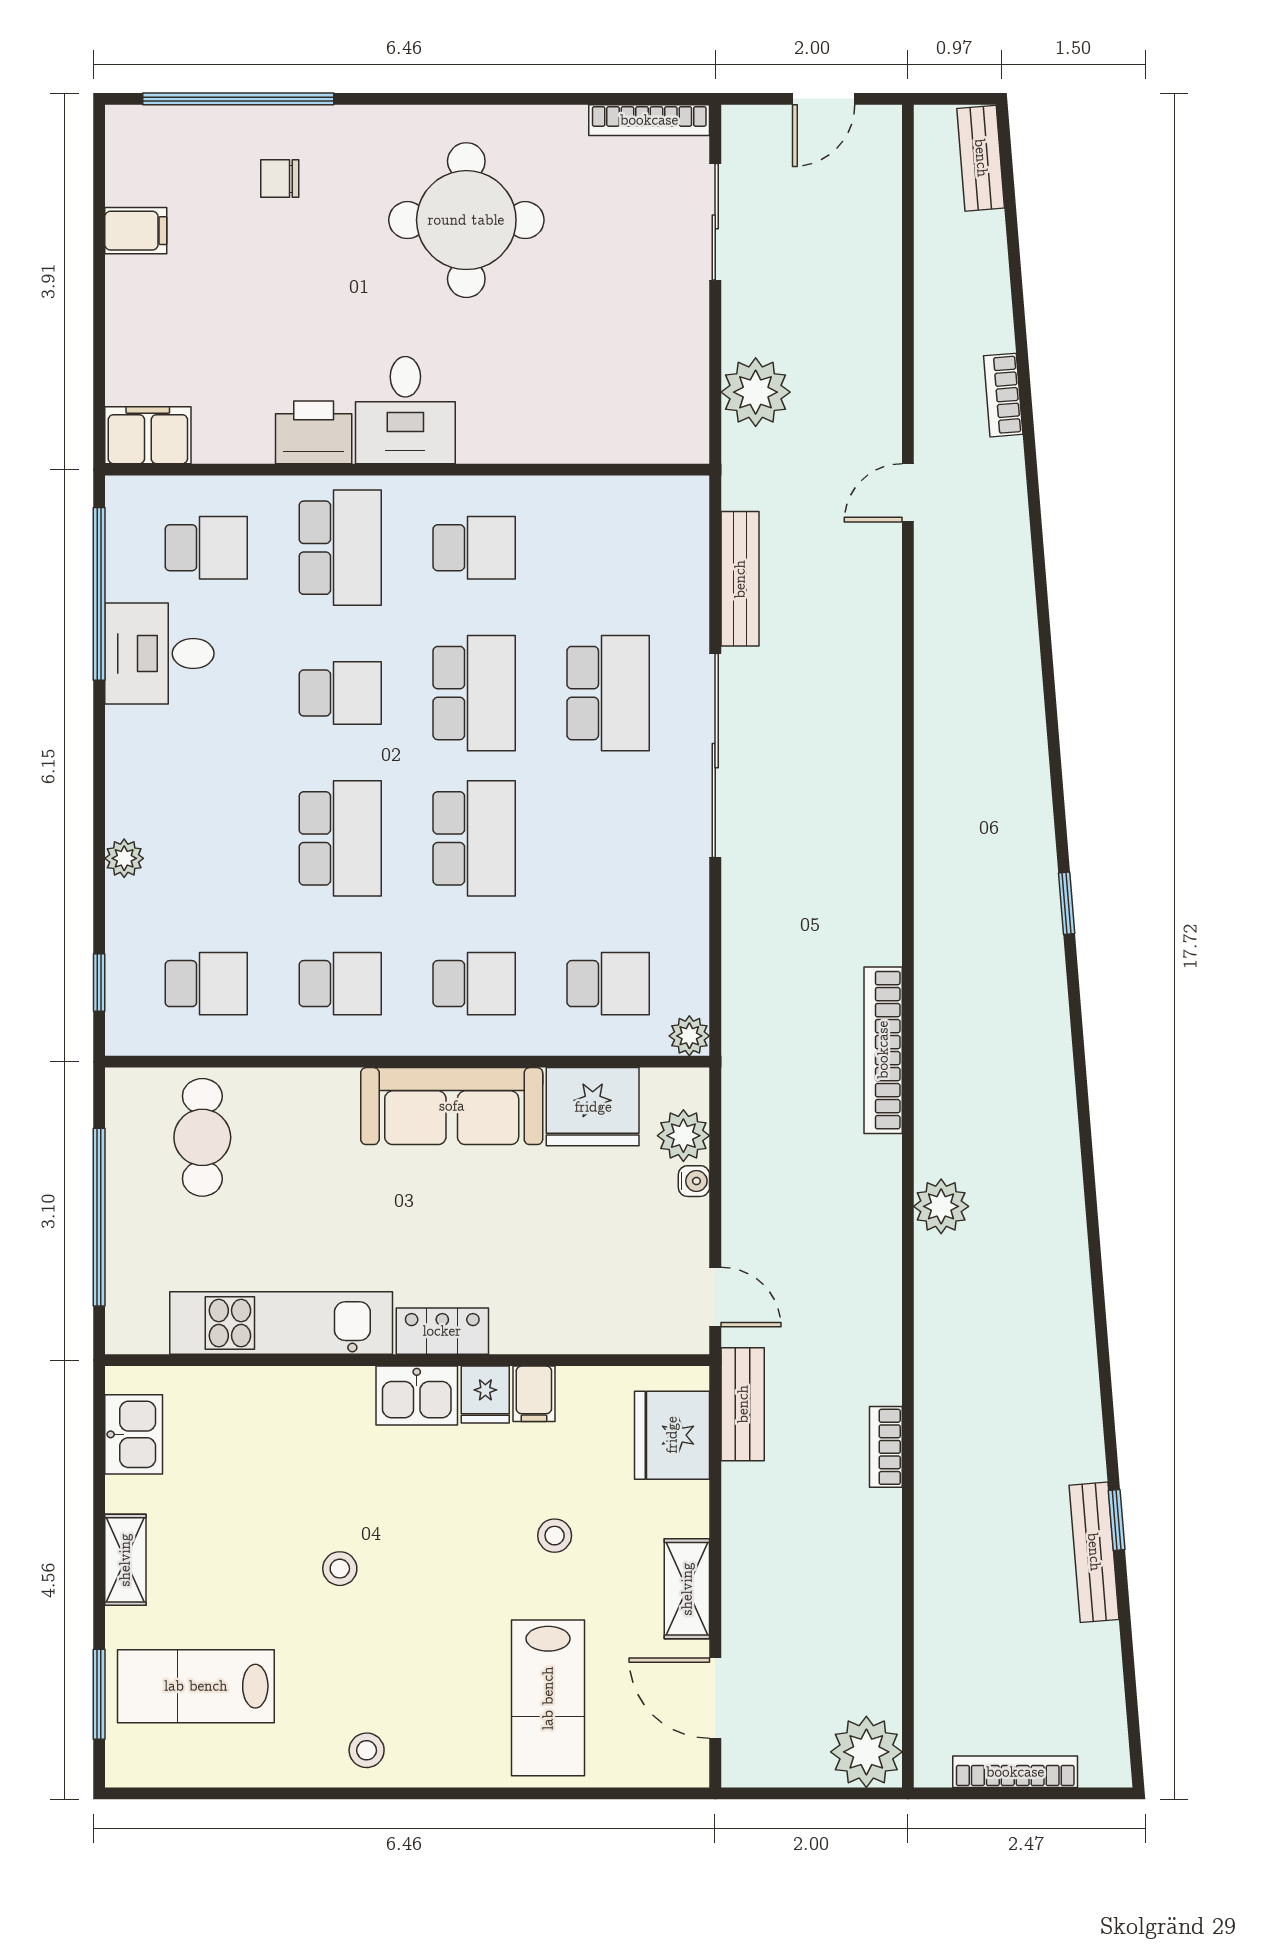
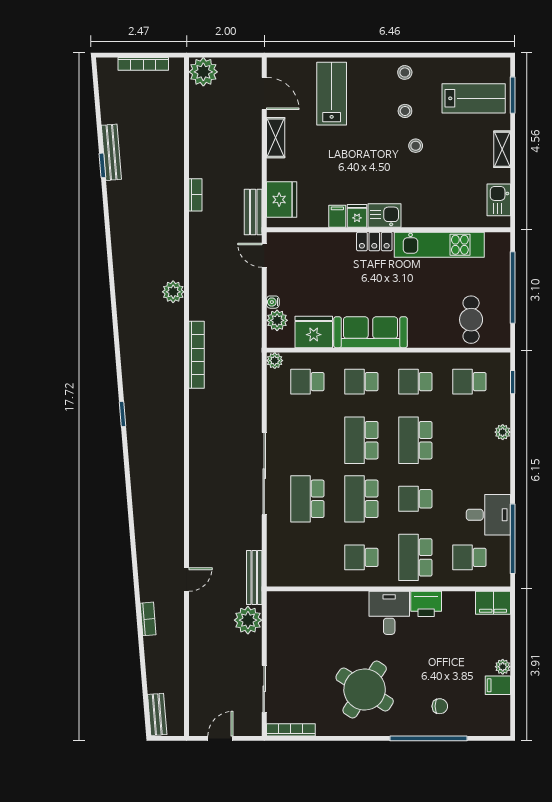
window: (238, 99) -> (429, 738), moved
round table: (466, 220) -> (365, 689), turned 33
plant: (124, 276) -> (503, 667), added
bench: (740, 579) -> (254, 577), moved
stool: (555, 1536) -> (405, 111), moved

